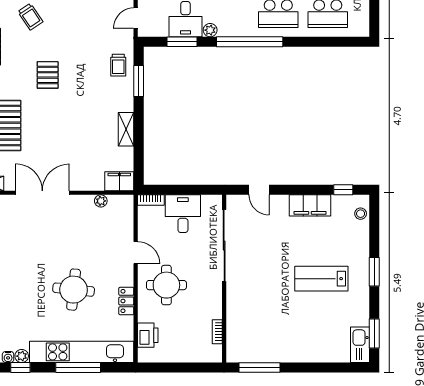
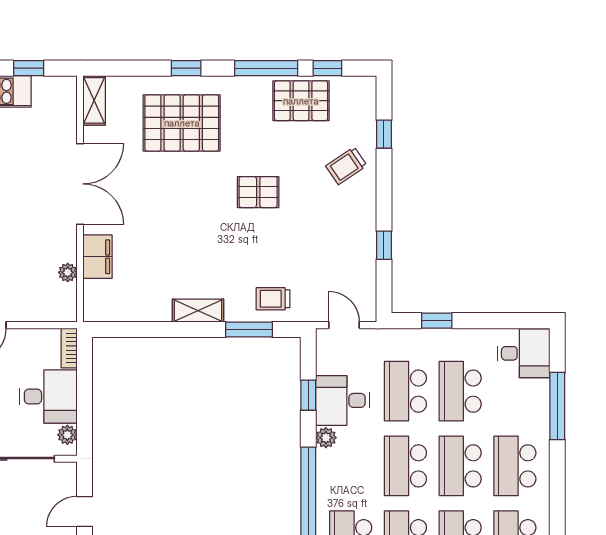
window: (182, 42) -> (308, 395), width x0.67
shelving: (126, 129) -> (198, 311), moved
filing cabinet: (119, 181) -> (98, 257), moved
plant: (208, 201) -> (67, 435), added

